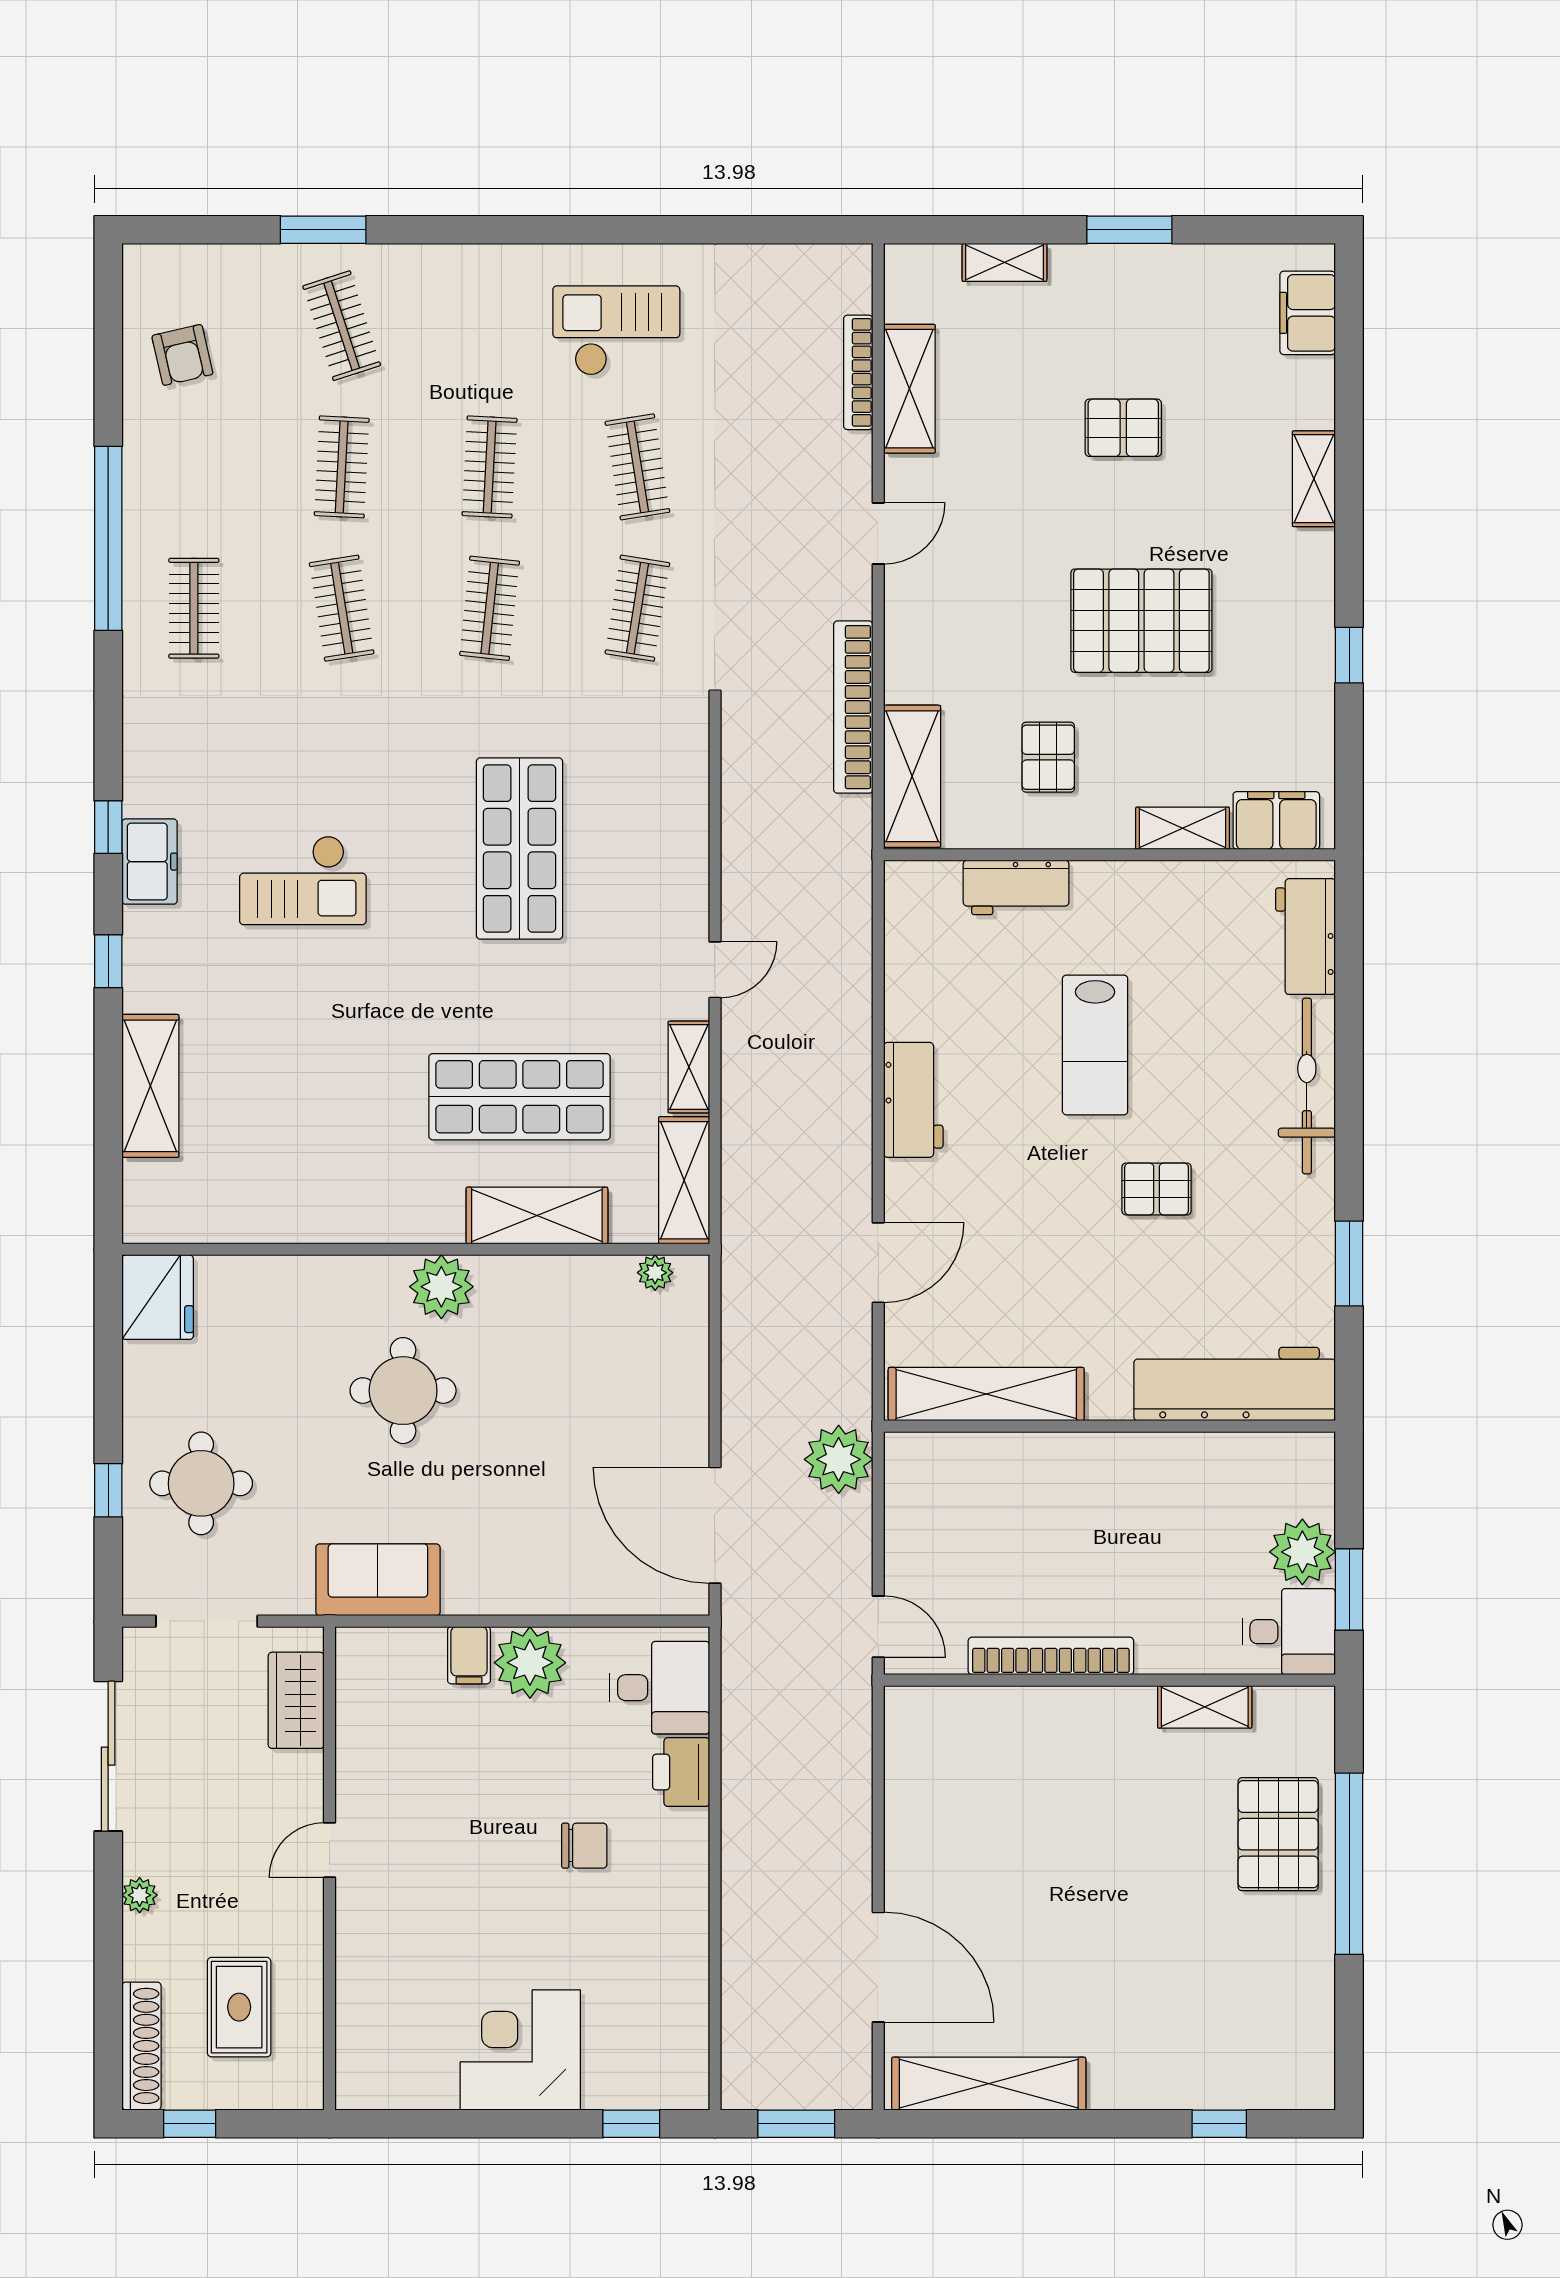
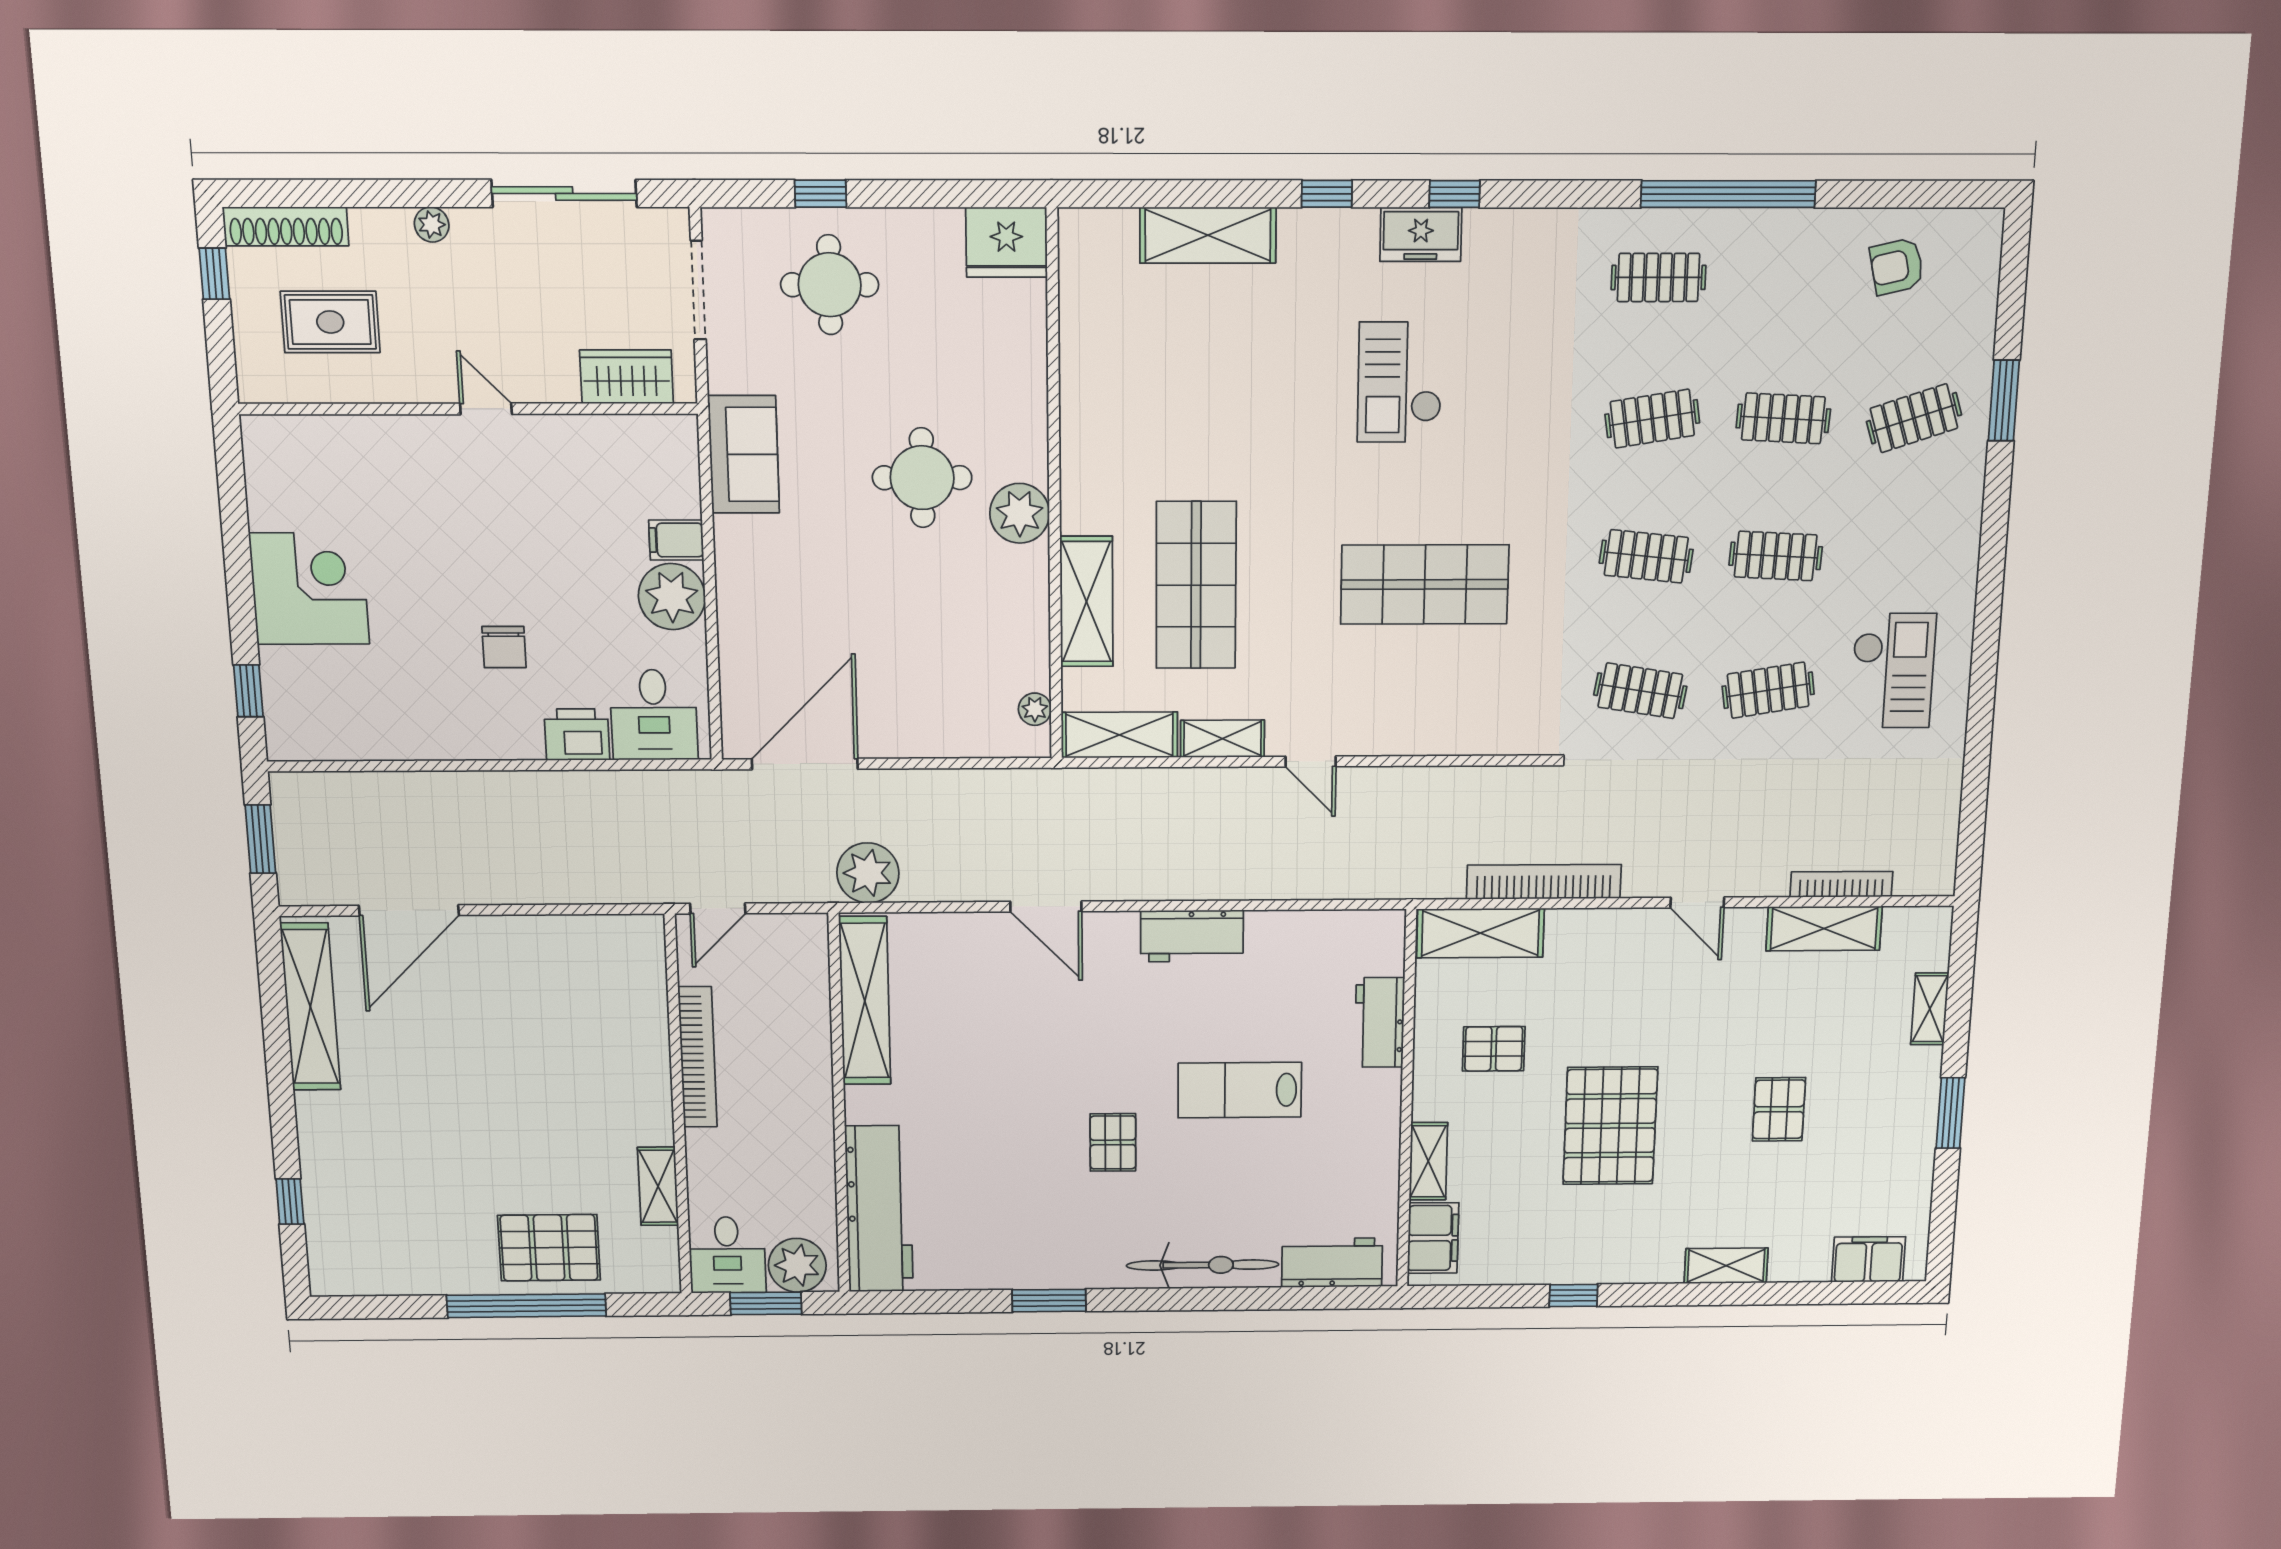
workbench: (1235, 1384) -> (879, 1209), moved
shelving: (986, 1394) -> (865, 1001), moved
wall: (1110, 1426) -> (839, 1105), moved

